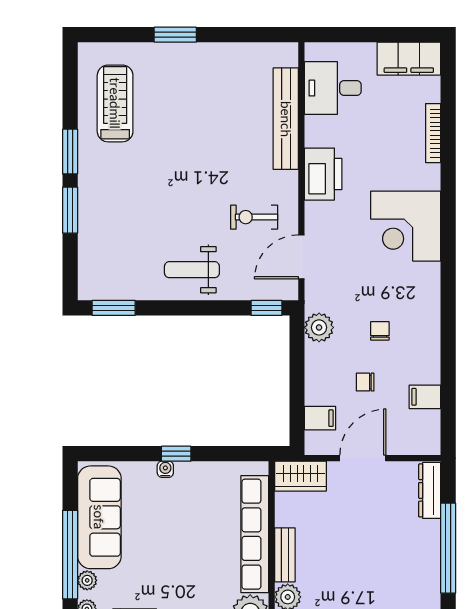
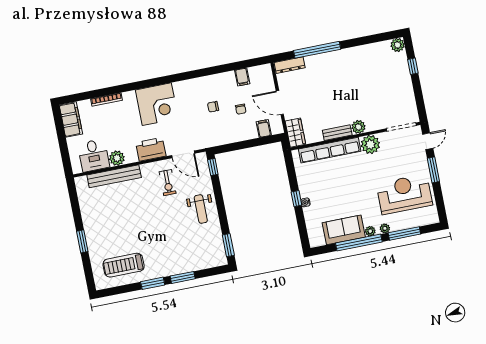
printer: (323, 174) -> (151, 149), moved
plant: (319, 327) -> (117, 158), moved
sofa: (99, 517) -> (344, 230), width x0.73

